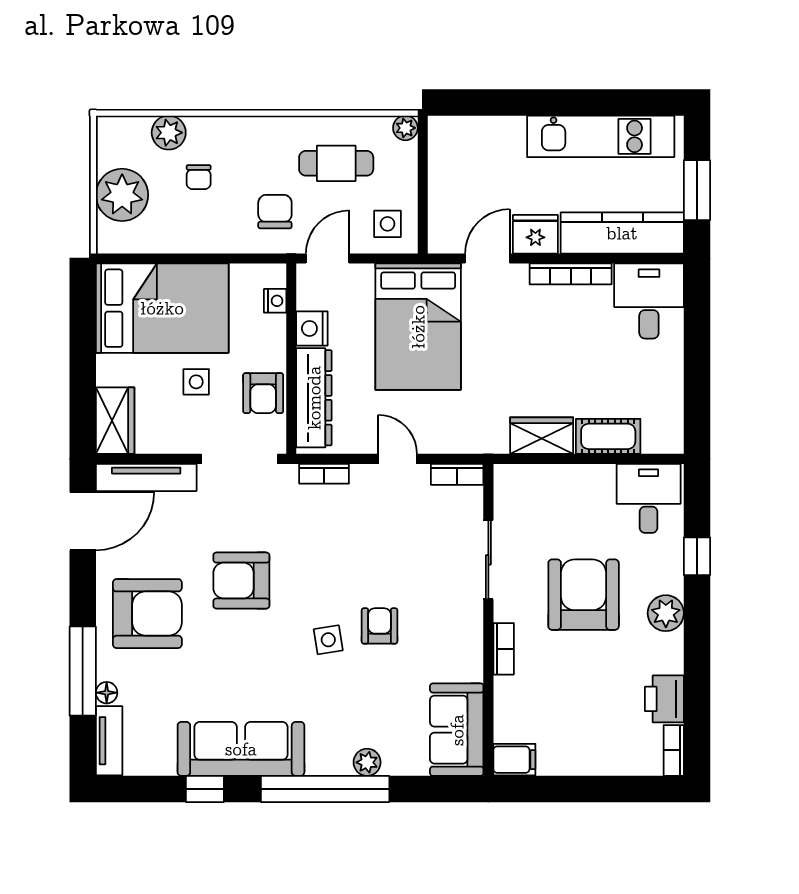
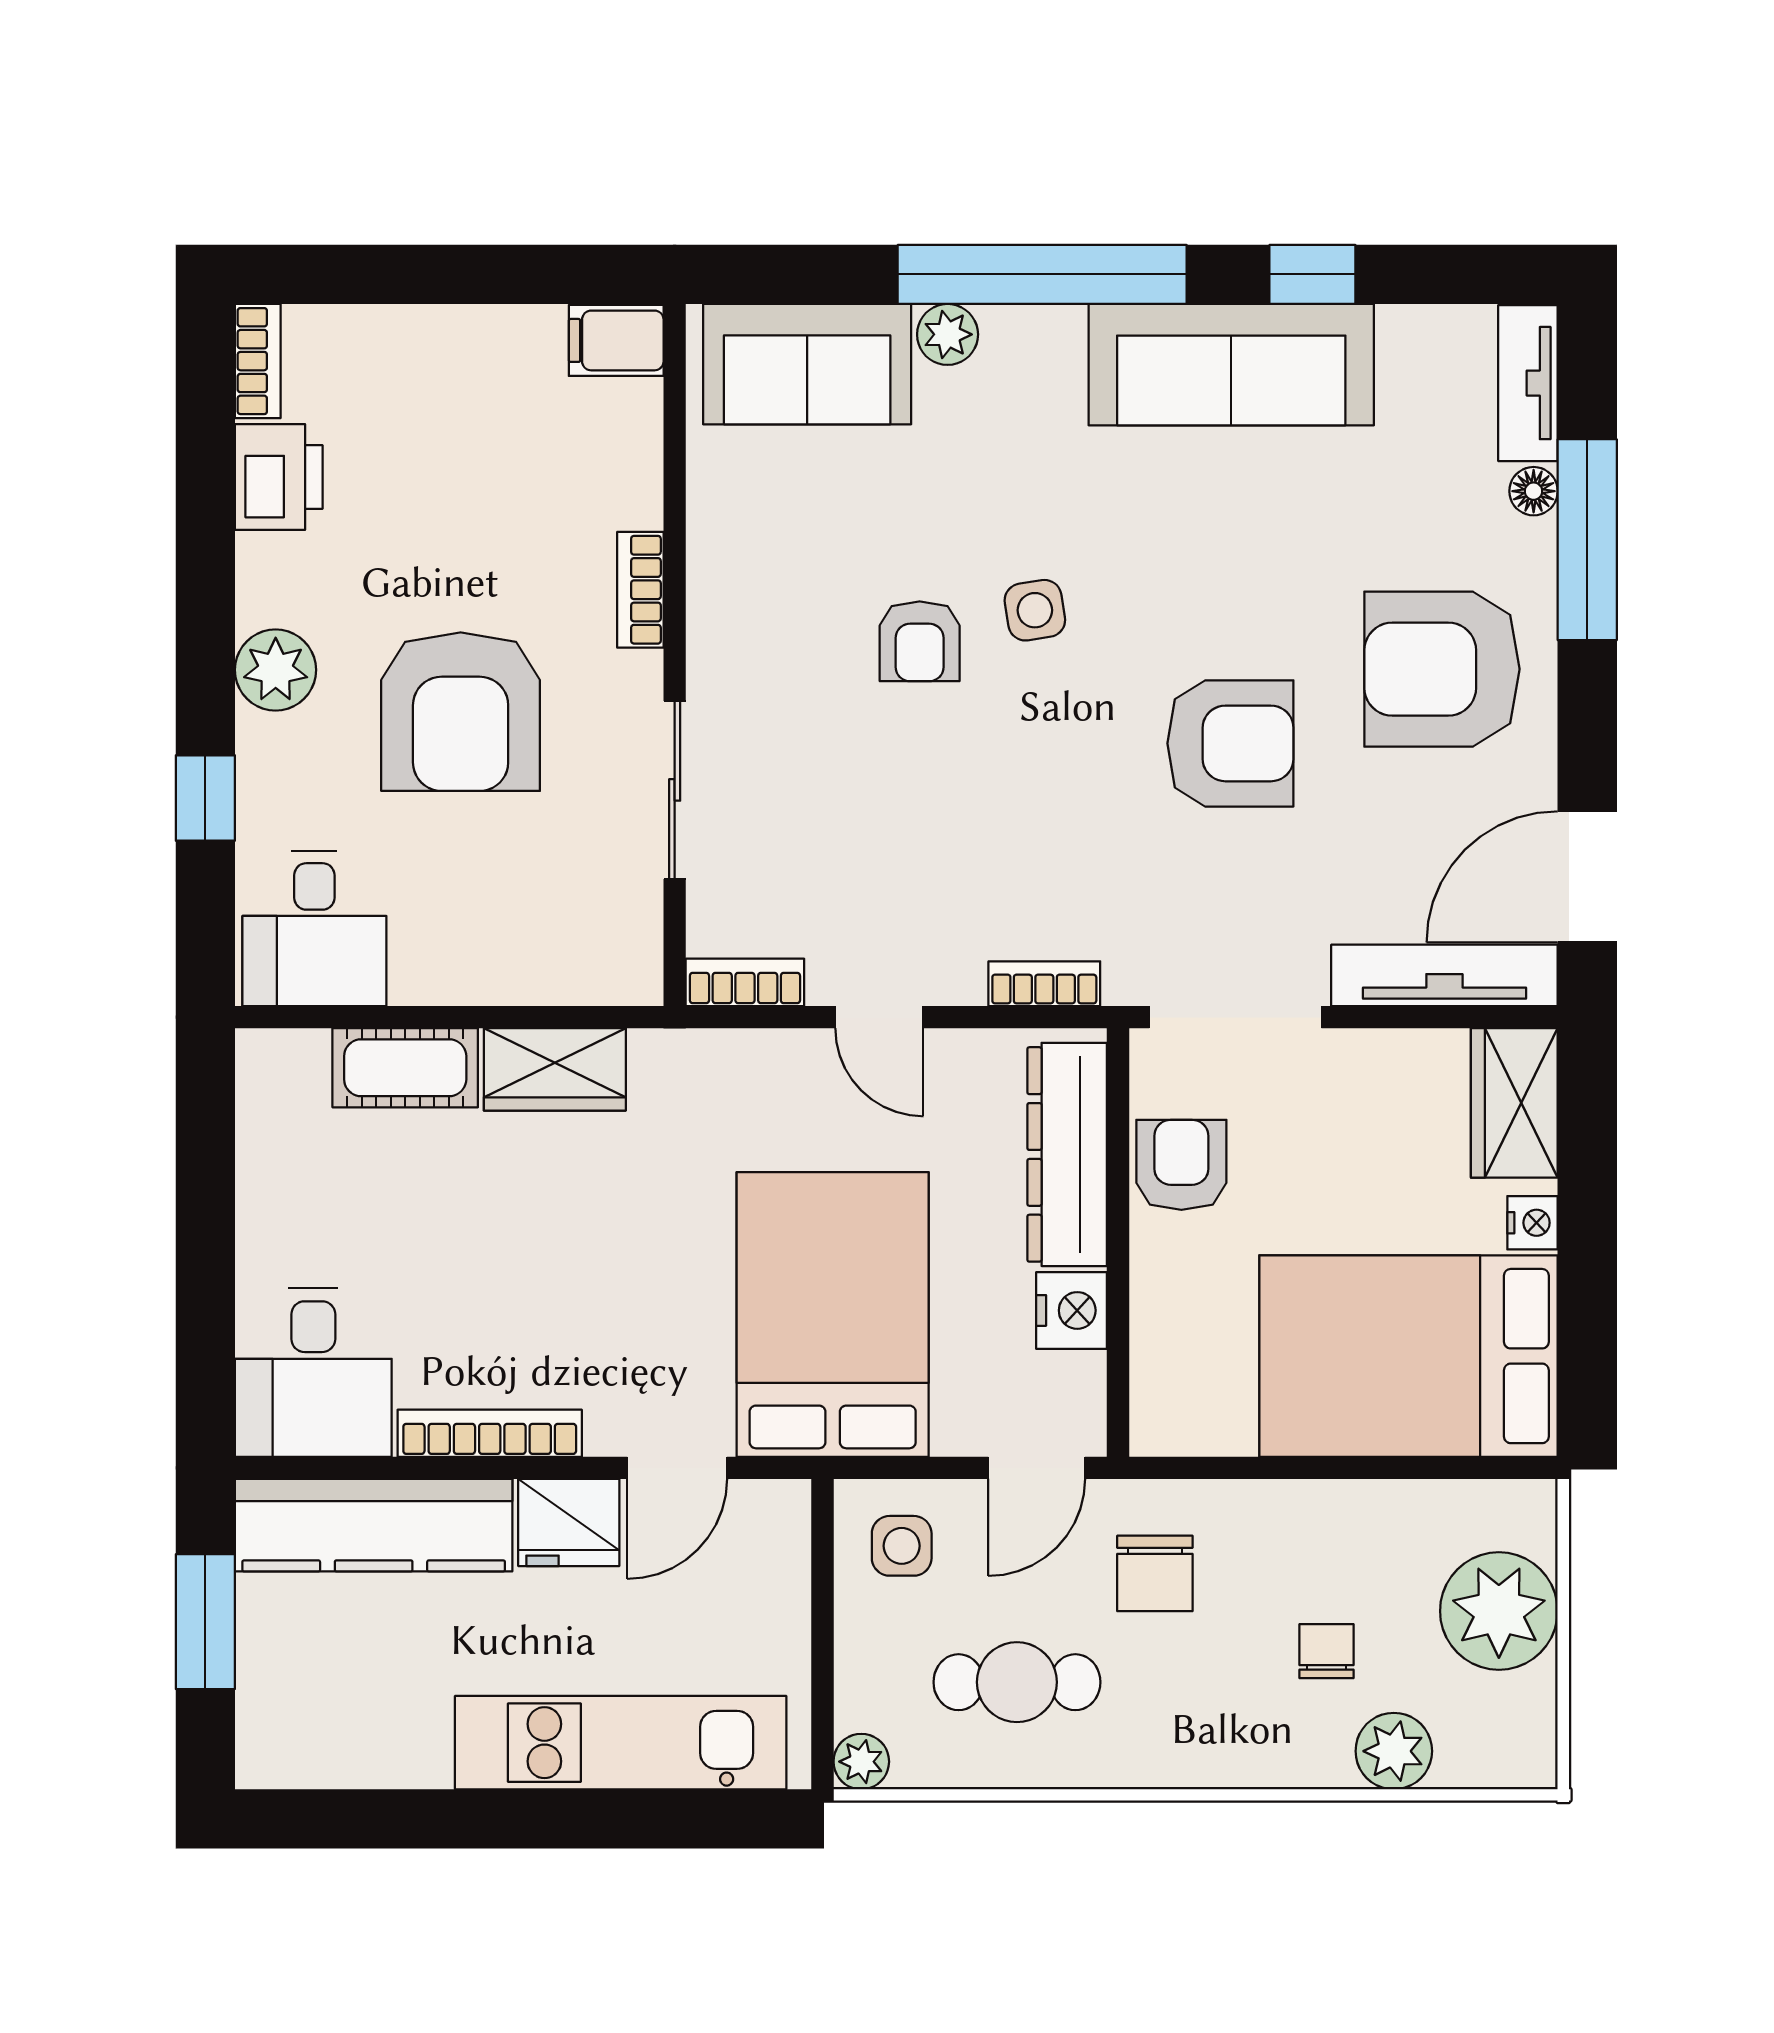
kitchen unit: (601, 136) -> (621, 1743), moved
nightstand: (275, 301) -> (1533, 1223), moved, turned 180
side table: (196, 382) -> (1332, 1190), removed
sofa: (457, 730) -> (807, 364), moved, turned 90

